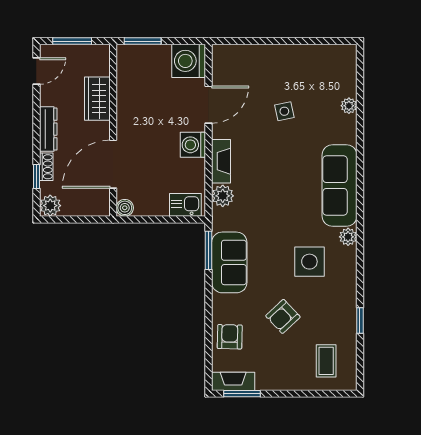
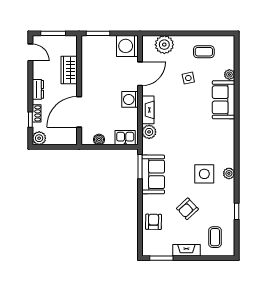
plant: (247, 59) -> (164, 45), added
coffee table: (309, 70) -> (204, 52), added
door: (36, 71) -> (30, 52), hinge flipped
dresser: (48, 129) -> (38, 89), width x0.70
sofa: (340, 186) -> (223, 100), moved, width x0.73
boiler: (125, 208) -> (99, 140), moved
plant: (348, 237) -> (229, 173), moved
fireplace: (233, 381) -> (186, 250), moved

